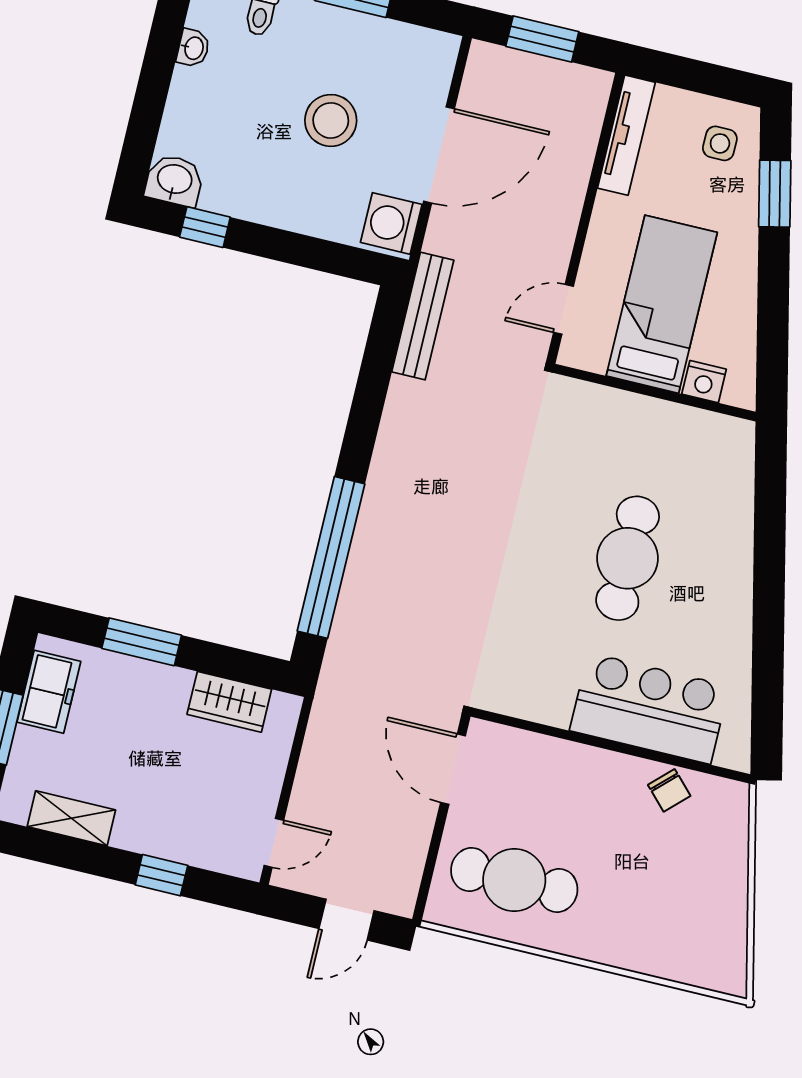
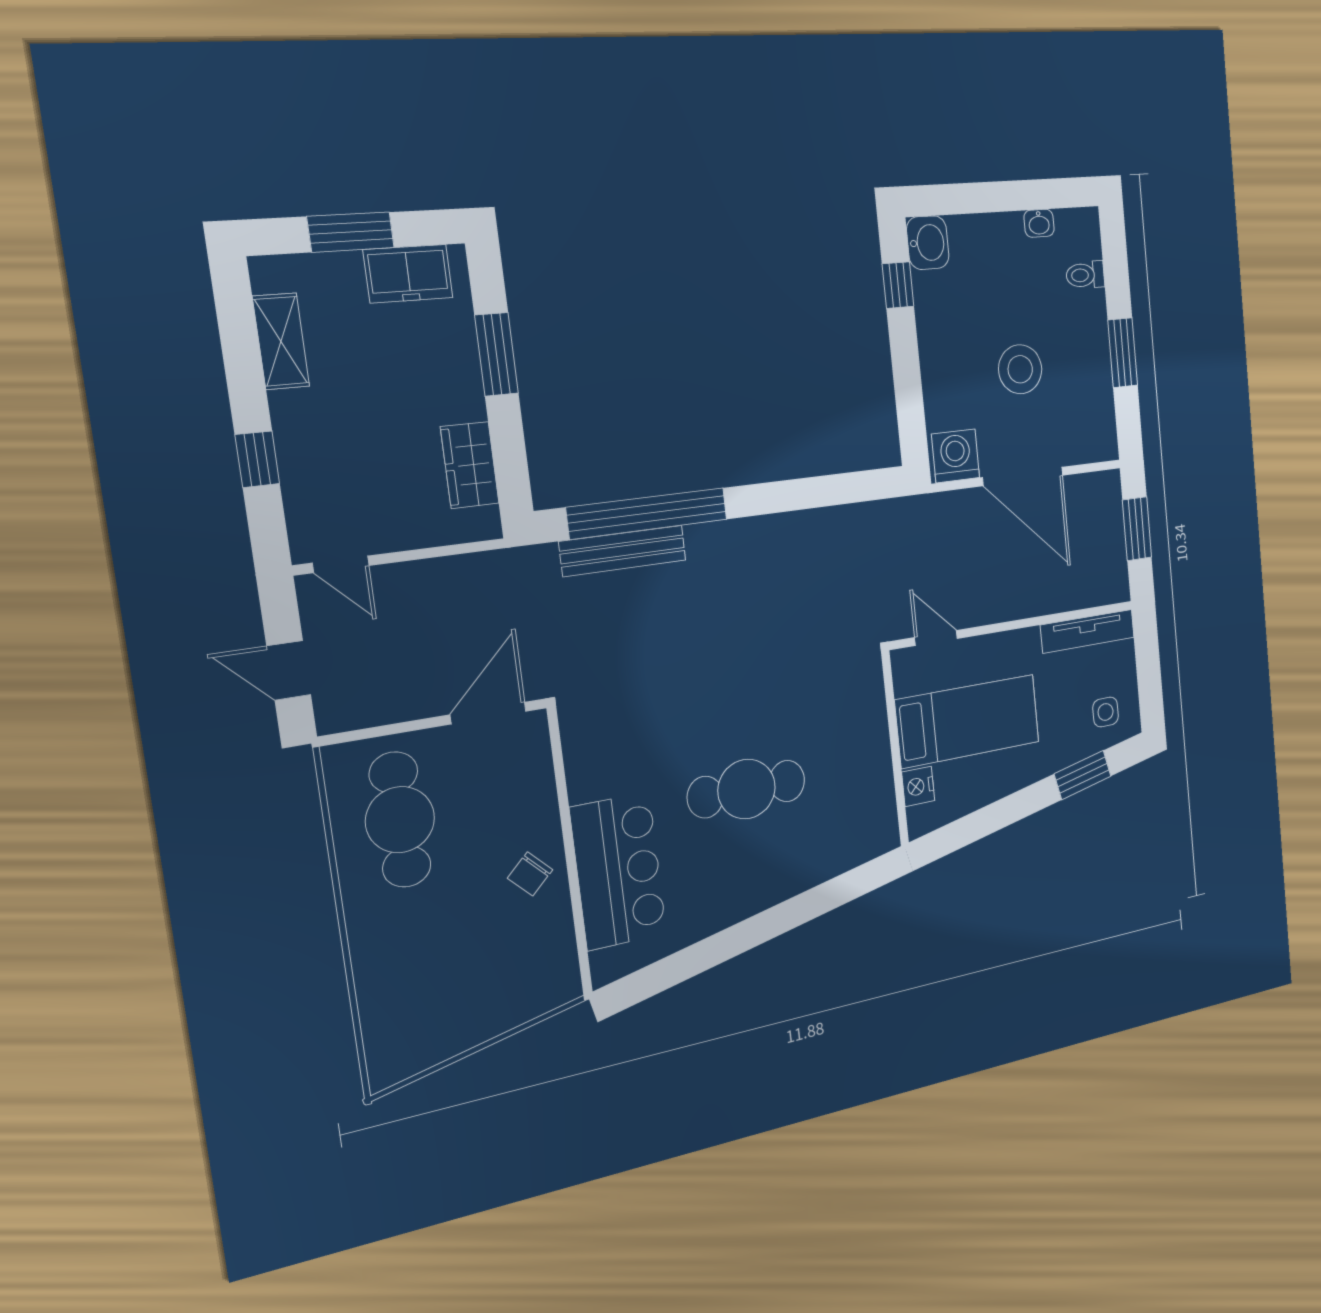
bench: (423, 316) -> (623, 551), moved
chair: (669, 790) -> (530, 874), moved

